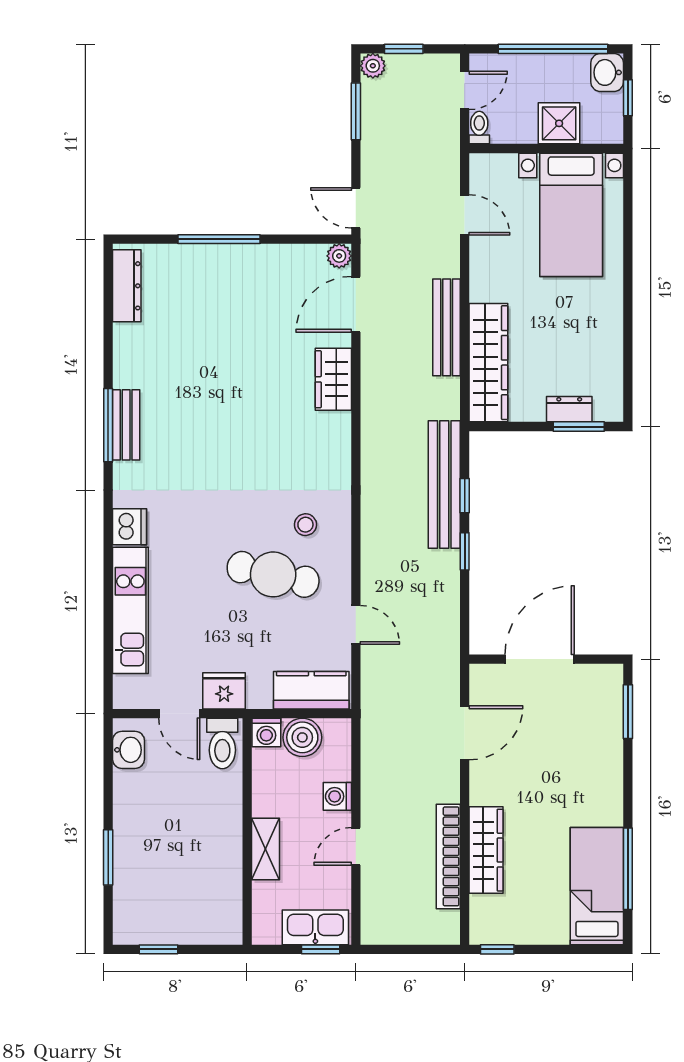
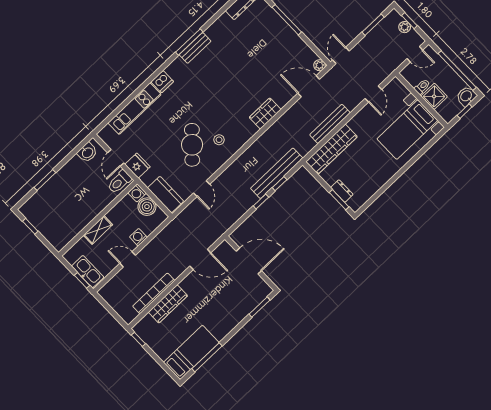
plant: (373, 66) -> (405, 27), moved
toilet: (479, 128) -> (422, 87), moved
wardrobe: (333, 379) -> (265, 113), moved
cafe table: (273, 574) -> (192, 145), turned 30

